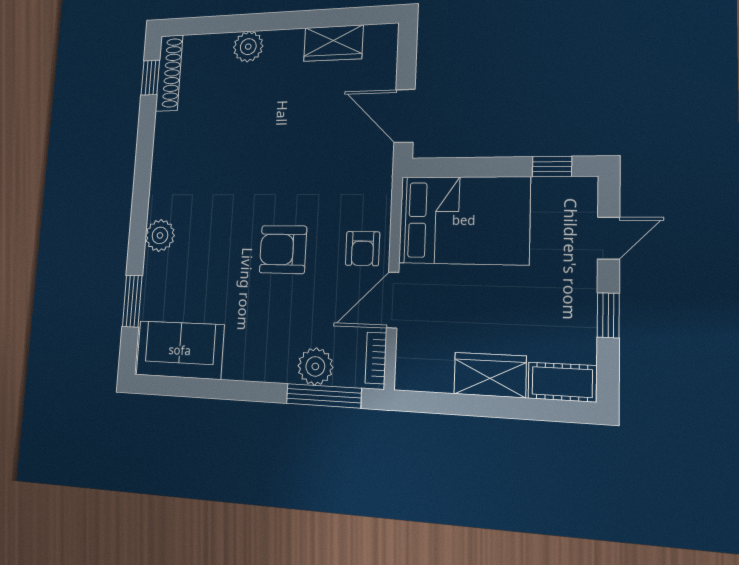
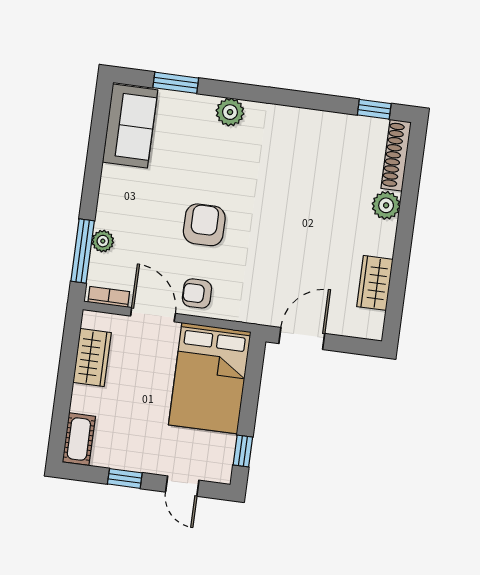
shoe rack: (169, 73) -> (396, 155), moved, turned 90
plant: (315, 366) -> (103, 241), width x0.73, depth x0.73
wardrobe: (490, 375) -> (92, 358), moved

